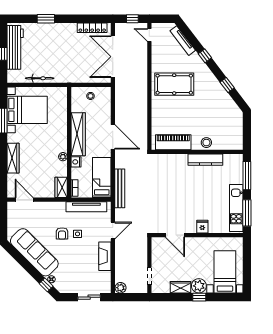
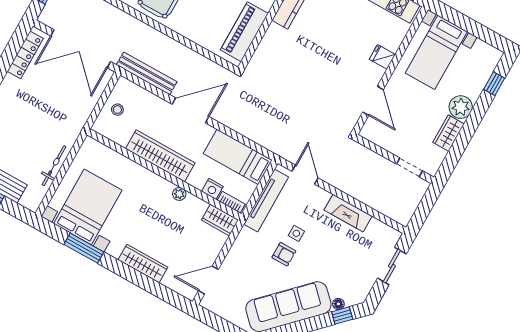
nightstand: (76, 162) -> (212, 189), moved
bench: (120, 188) -> (147, 73), moved
door: (113, 231) -> (305, 175), moved
door: (175, 235) -> (373, 101), hinge flipped
bed with nightstands: (225, 272) -> (436, 52), moved, turned -90
plant: (121, 288) -> (403, 216), removed
window: (199, 297) -> (494, 84), moved

